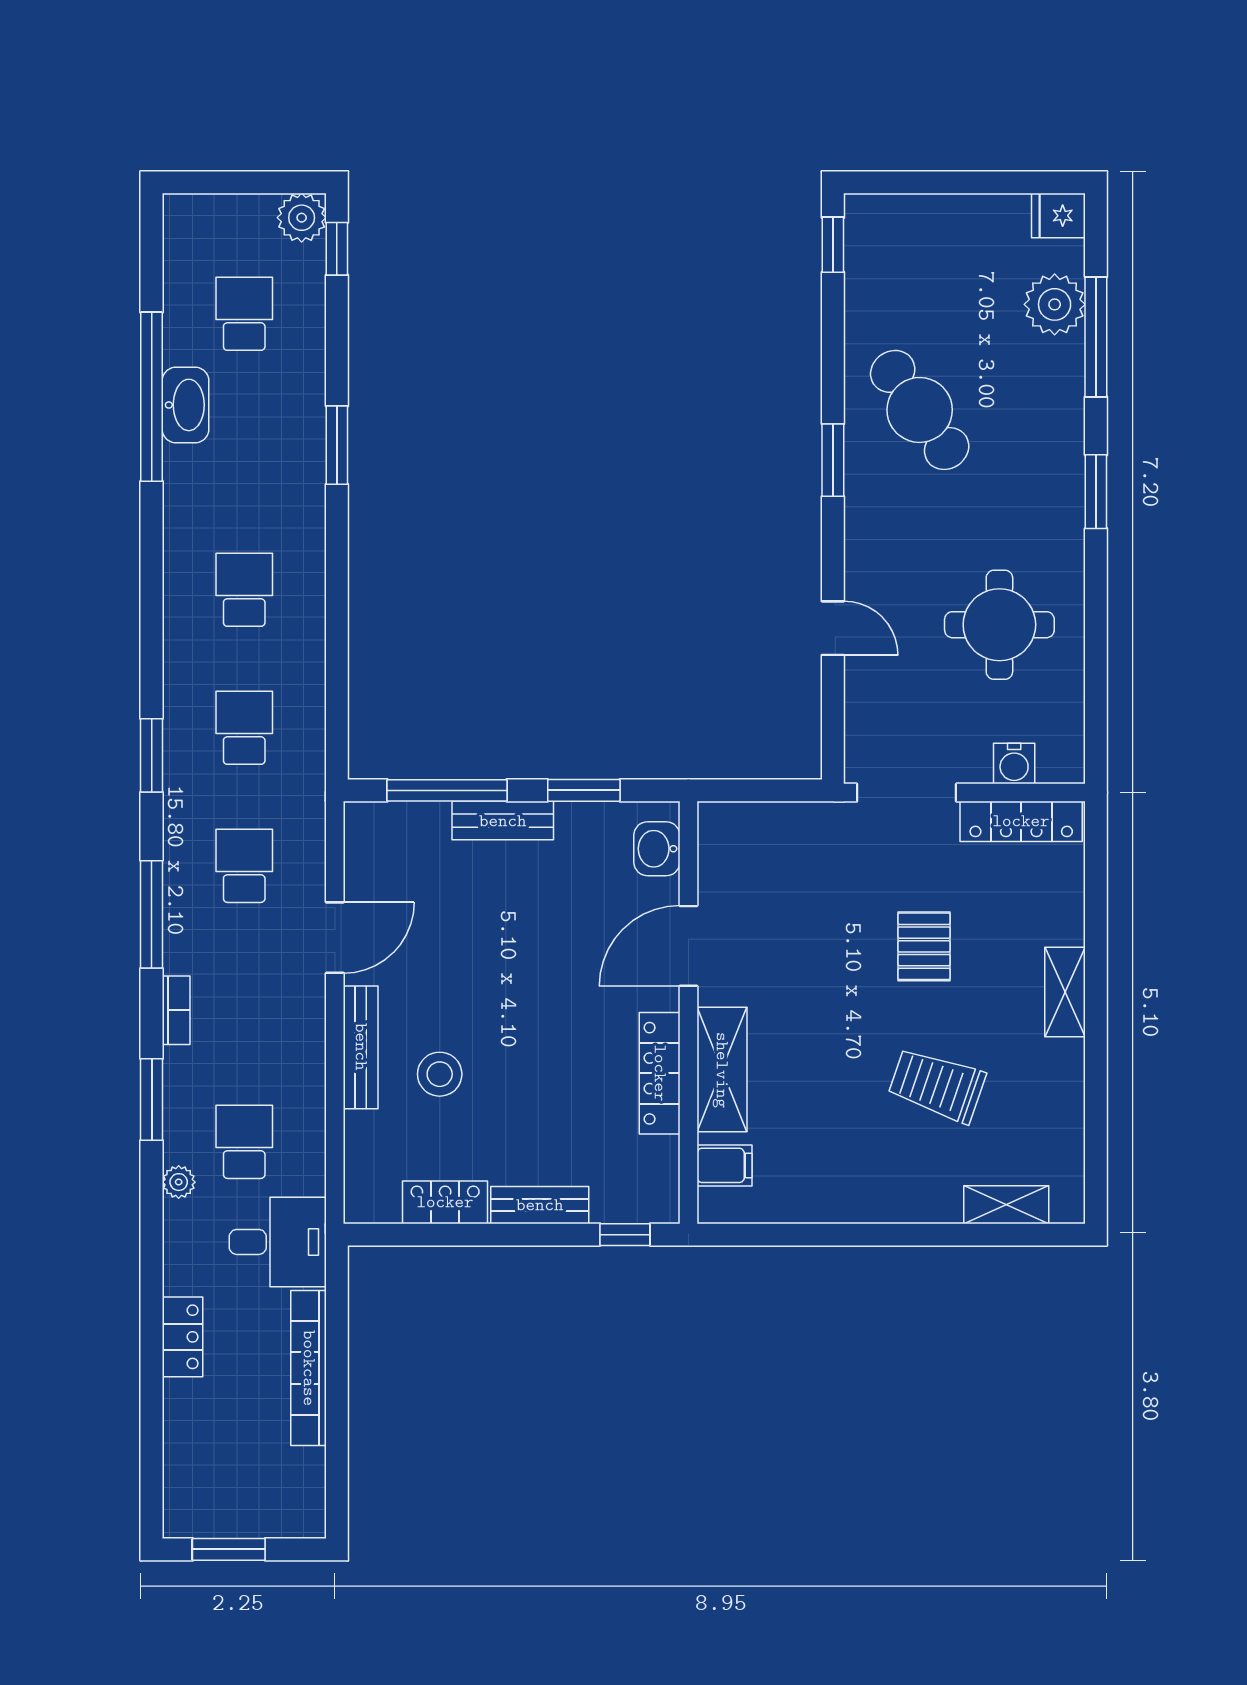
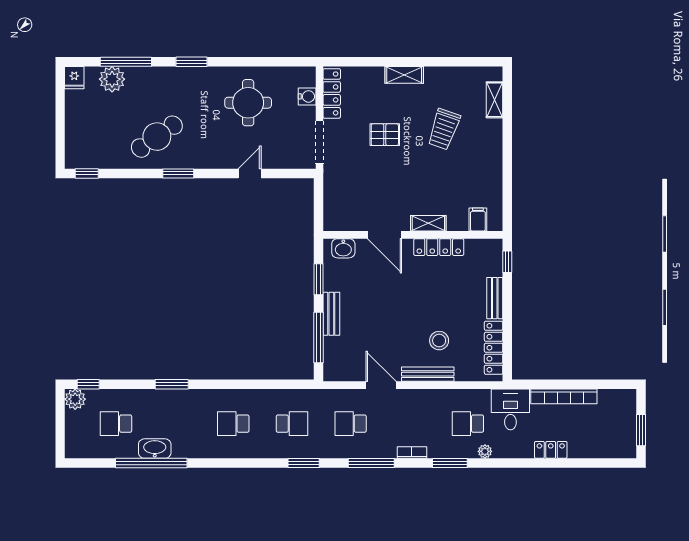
school desk: (244, 728) -> (292, 424), turned 180
shelving: (722, 1070) -> (428, 223), width x0.67, depth x0.75
locker: (445, 1202) -> (494, 348), width x1.53

